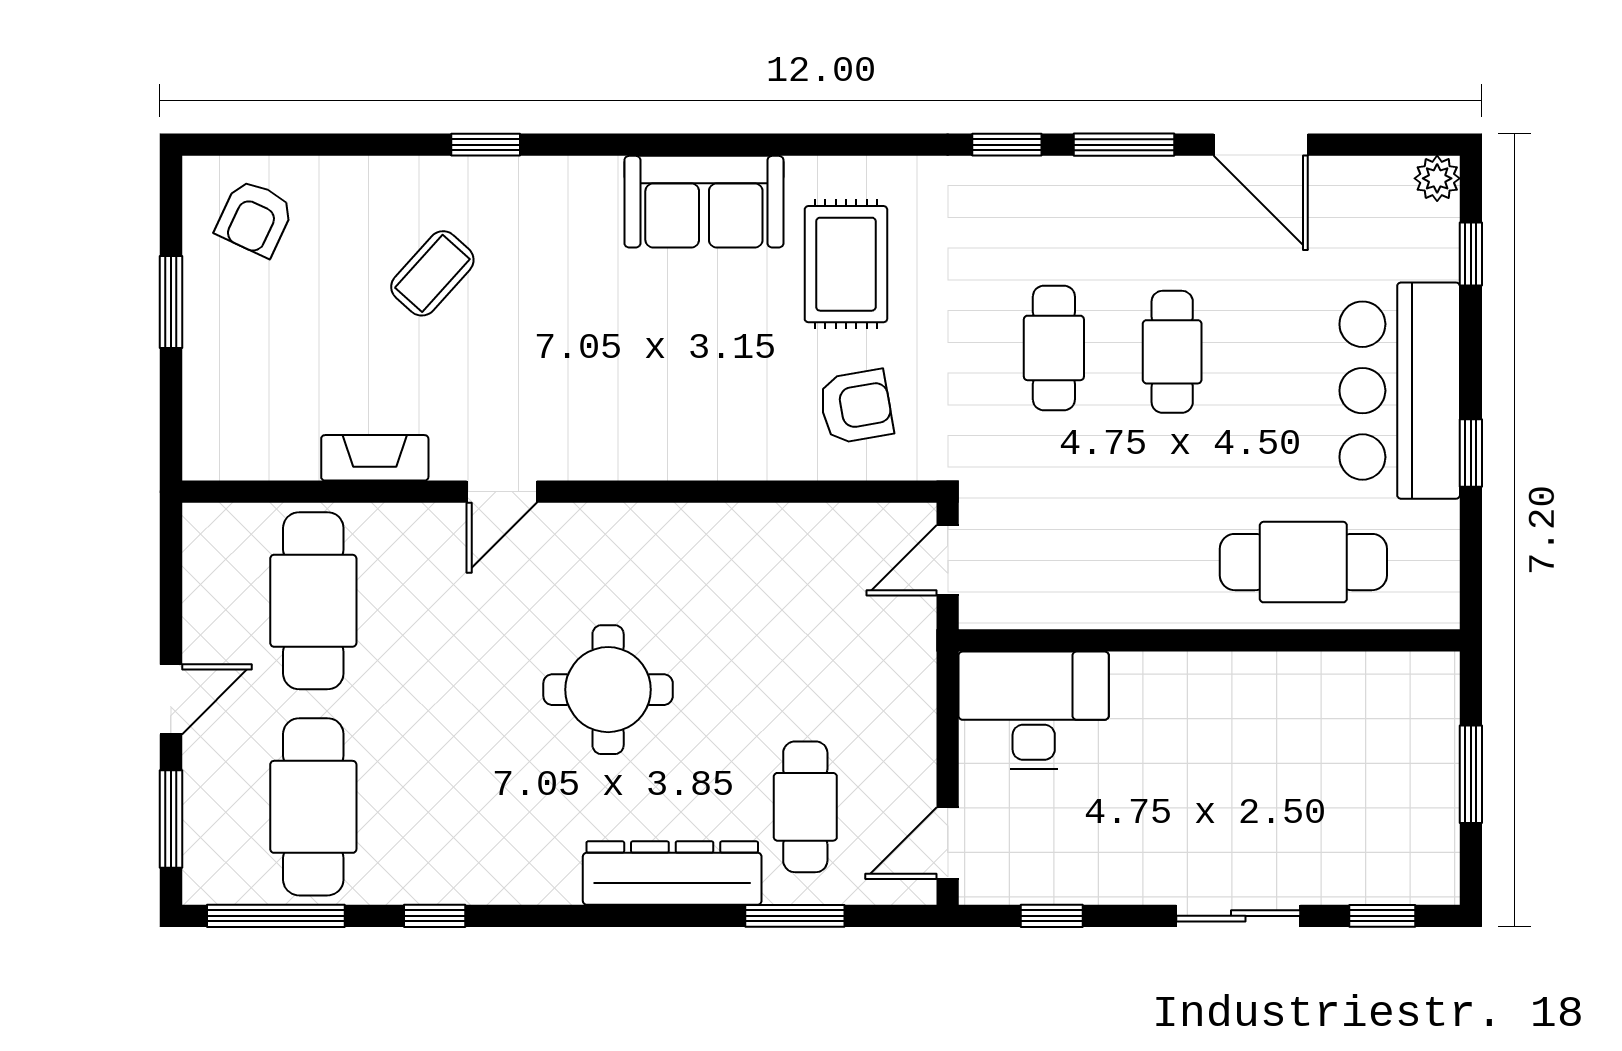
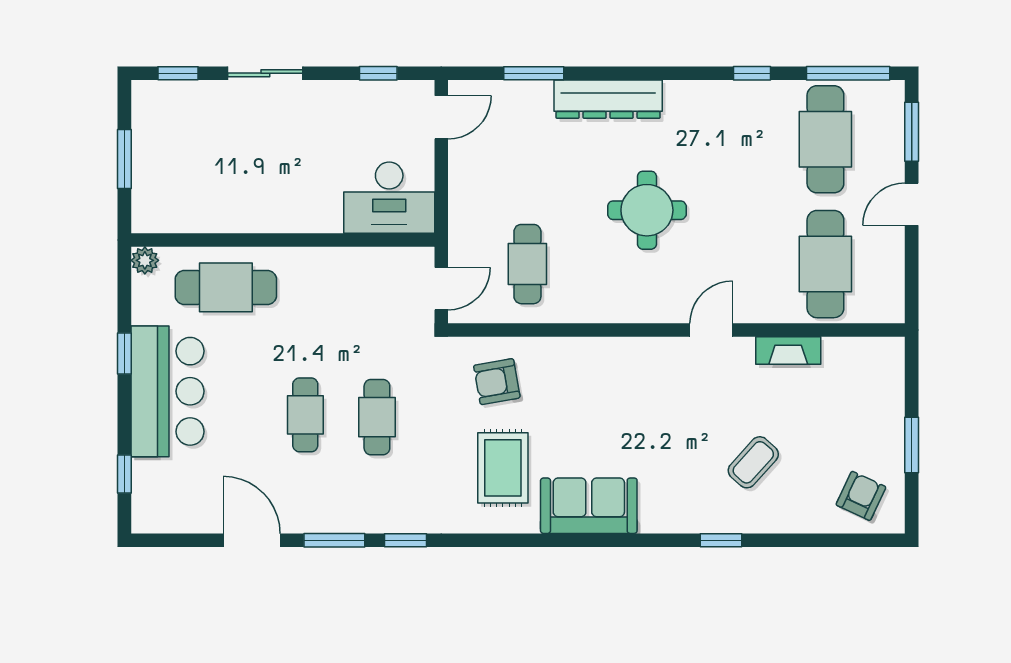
plant: (1437, 178) -> (145, 260), moved
cafe table: (805, 807) -> (527, 264), moved

